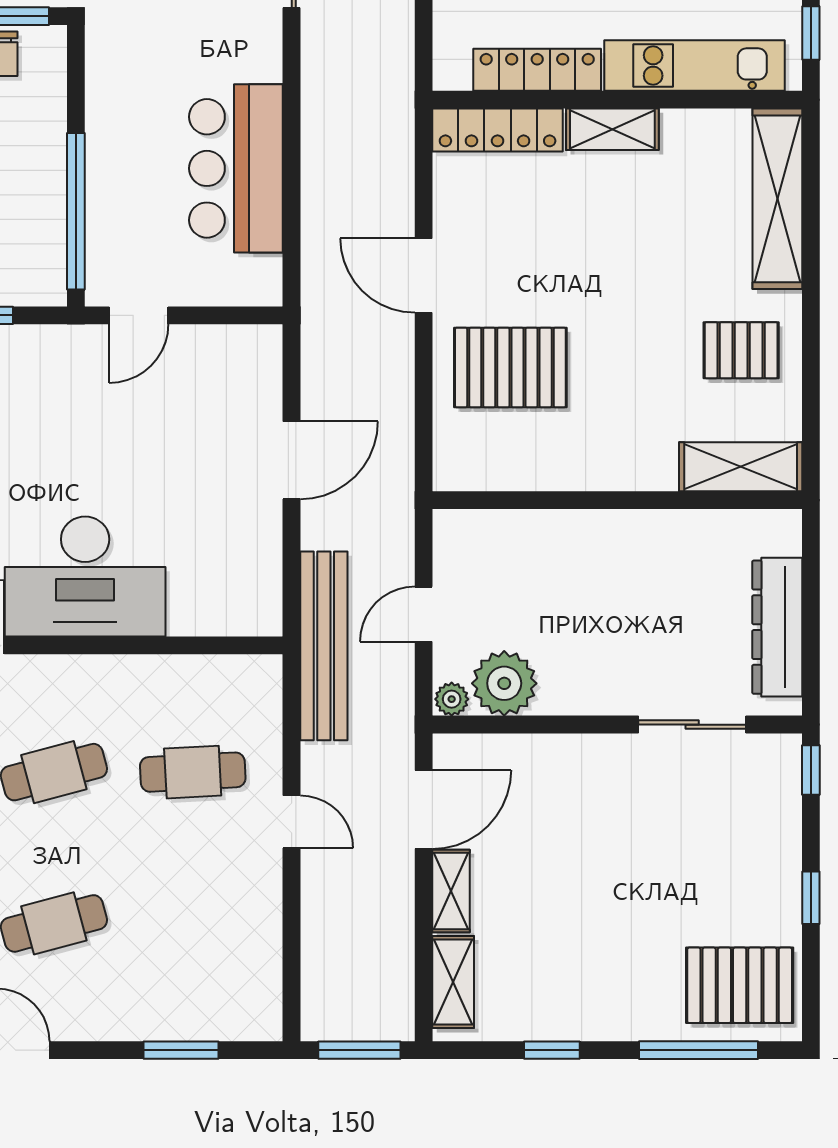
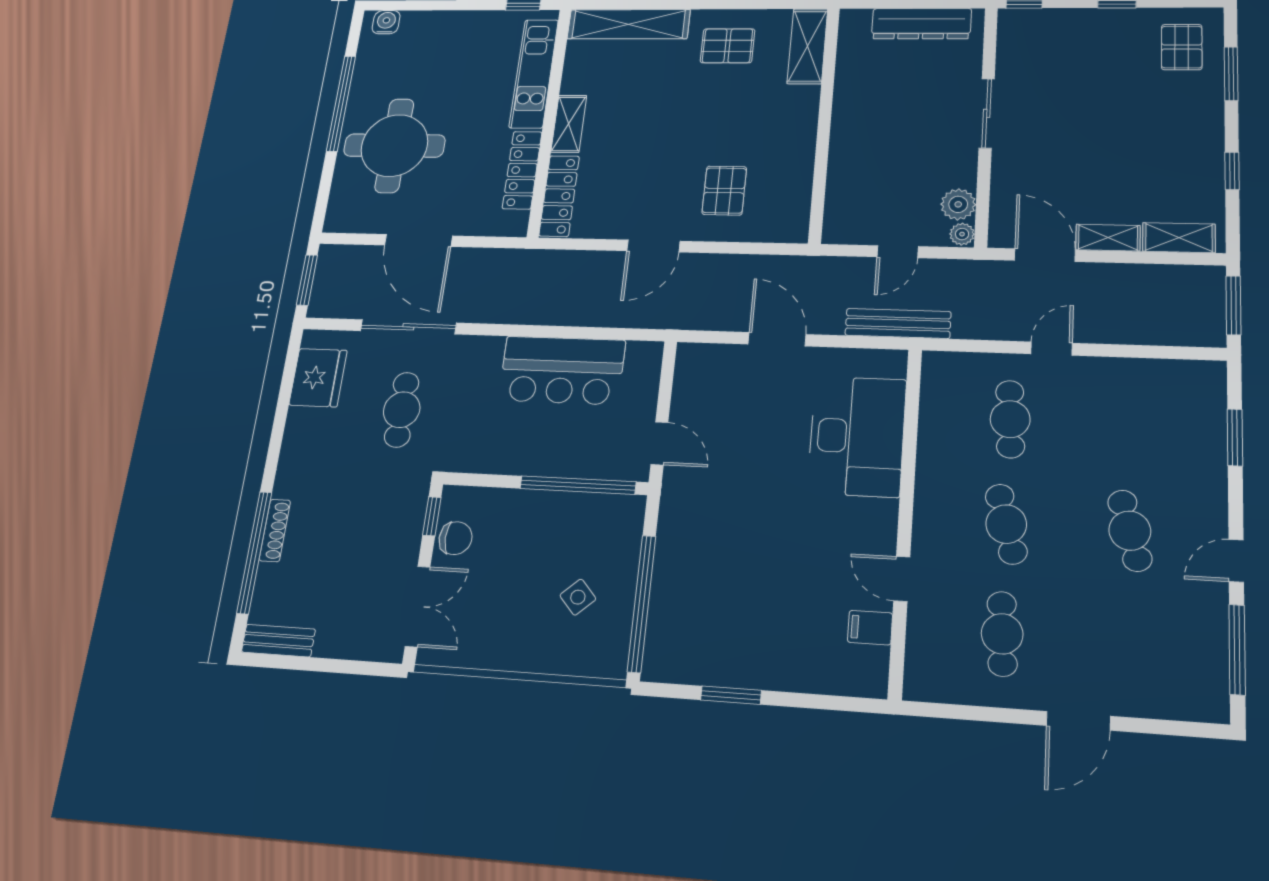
pallet: (741, 350) -> (727, 46), turned 90
pallet: (510, 367) -> (724, 190), width x0.67, depth x0.71
desk: (85, 576) -> (857, 436), moved
door: (424, 614) -> (898, 252), hinge flipped
bench: (324, 646) -> (898, 323), width x0.73, depth x0.82
plant: (504, 683) -> (958, 204), width x0.73, depth x0.73
sliding door: (692, 725) -> (987, 113), moved
pallet: (740, 985) -> (1182, 47), width x0.67, depth x0.71
window: (698, 1050) -> (1231, 74), width x0.69

